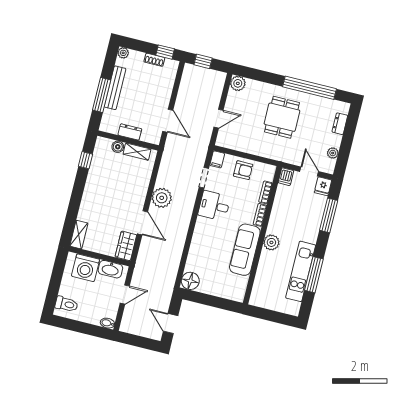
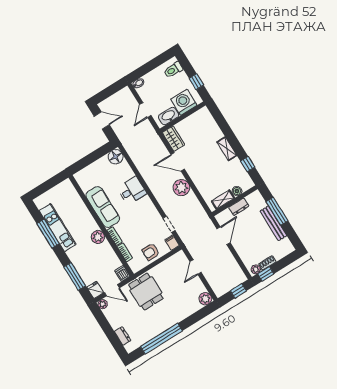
plant: (123, 53) -> (256, 269), moved
dining table: (282, 117) -> (146, 292), moved
door: (168, 121) -> (224, 236), swing flipped
plant: (333, 153) -> (103, 304), moved
desk: (214, 206) -> (132, 191), moved
shelving: (79, 235) -> (227, 149), moved
plant: (271, 242) -> (98, 237), moved
window: (57, 274) -> (196, 82), added

